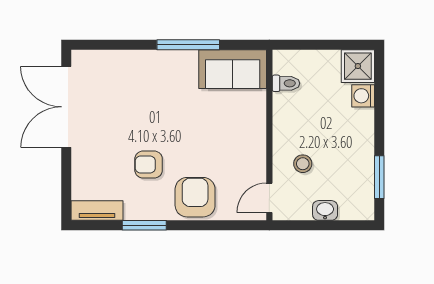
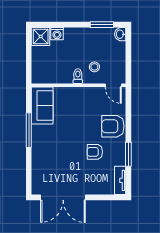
toilet: (286, 83) -> (78, 76), moved
armchair: (149, 165) -> (95, 152), turned 90
washbasin: (325, 210) -> (120, 34), moved

